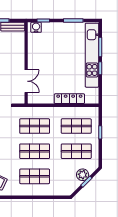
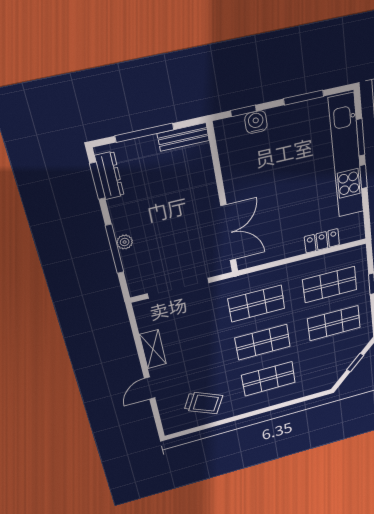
water cooler: (36, 27) -> (256, 122), moved
double door: (26, 81) -> (228, 233), width x1.37
locker: (69, 99) -> (322, 241), width x0.66
plant: (83, 175) -> (348, 355), removed

